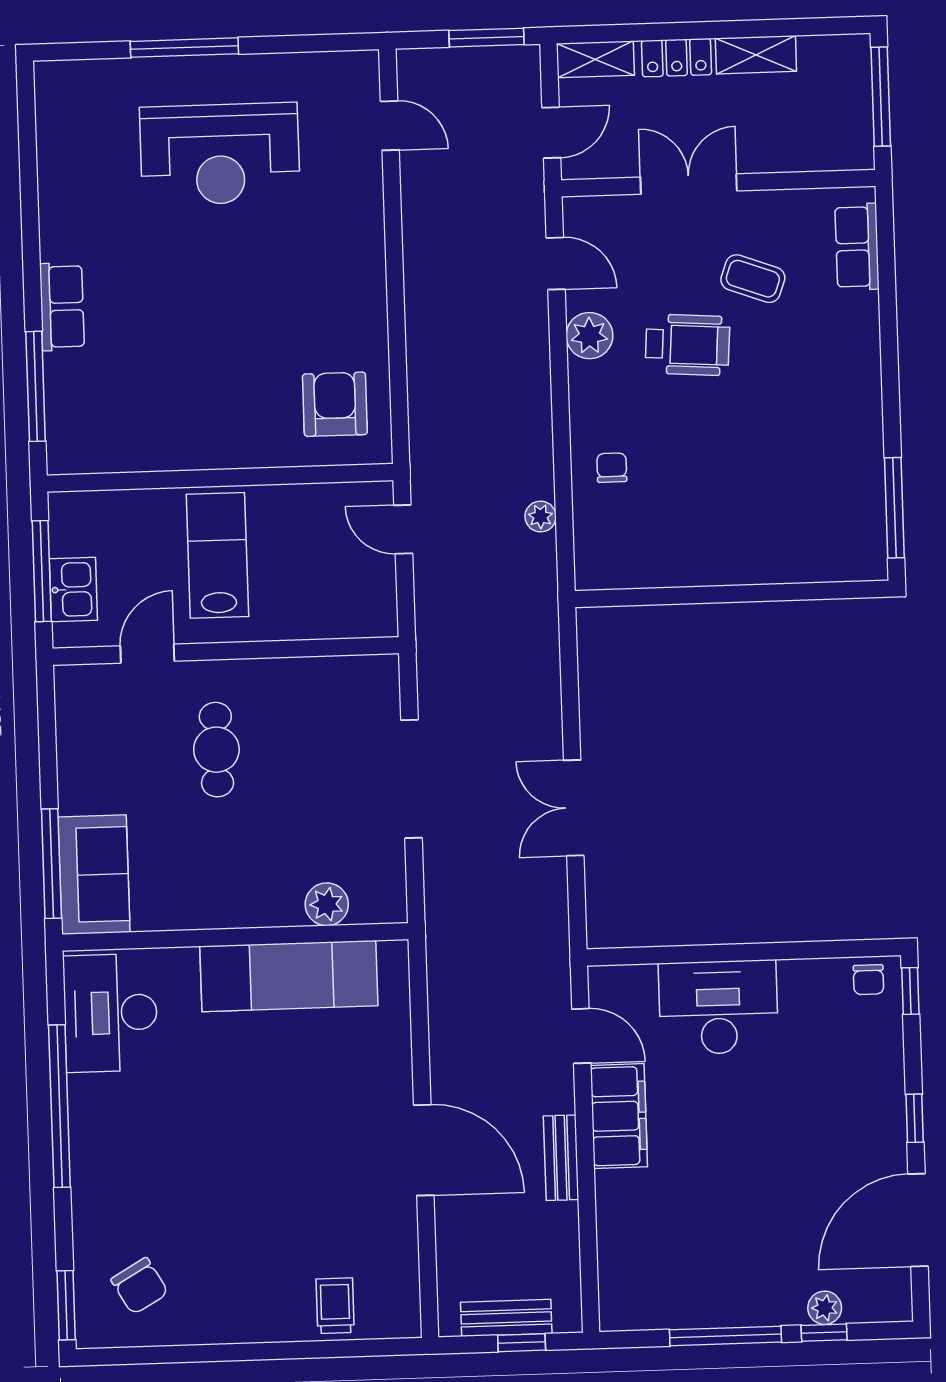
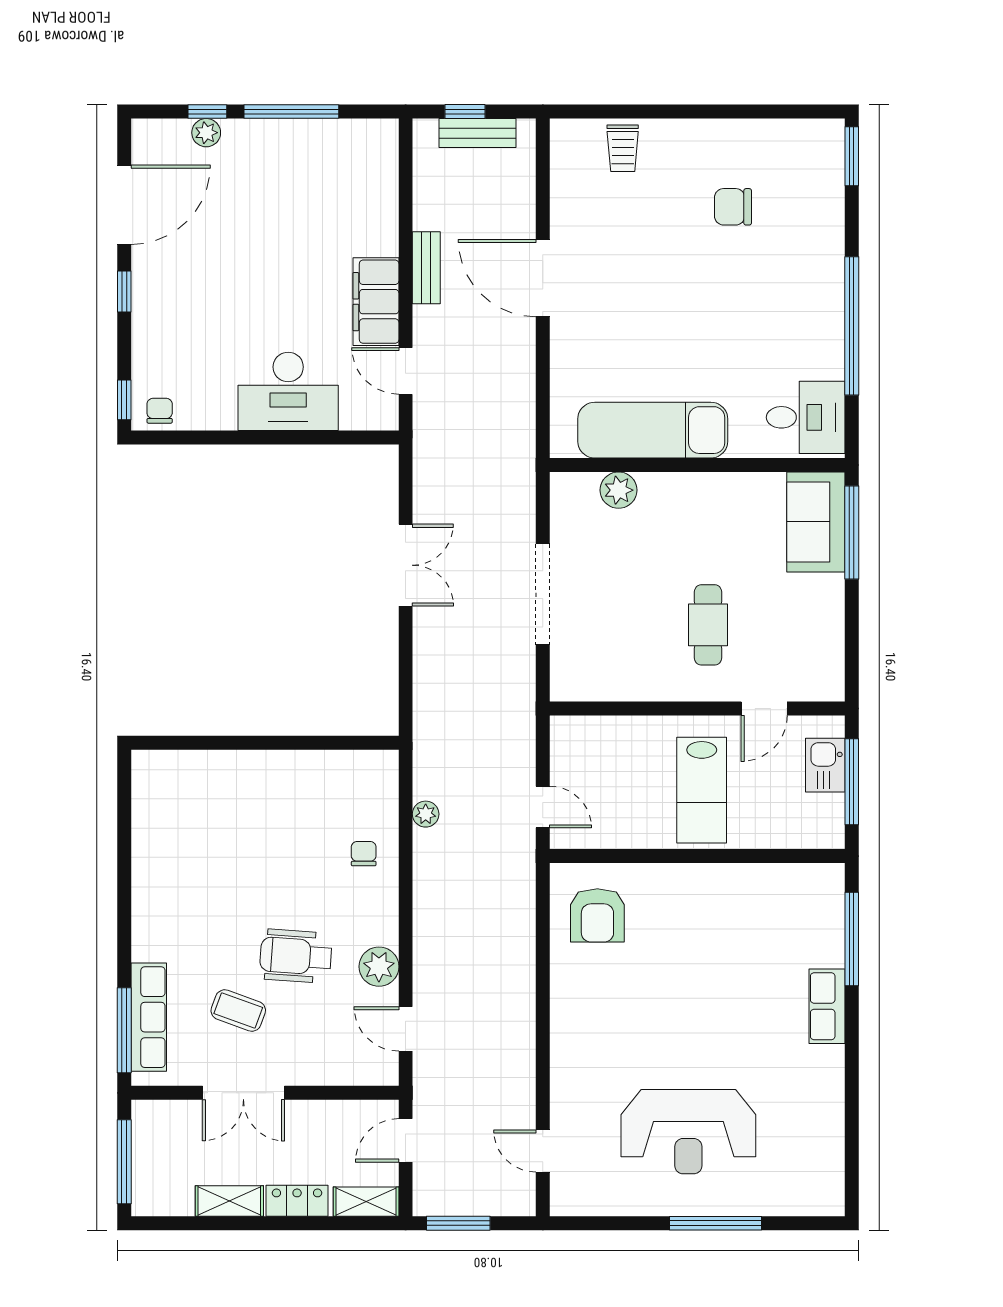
reception desk: (220, 154) -> (688, 1132), turned 180
double door: (689, 184) -> (243, 1093), moved
row of seats: (857, 247) -> (149, 1017), width x1.48
chair: (612, 468) -> (364, 854), turned 180
window: (894, 508) -> (124, 1030), moved
desk: (110, 1013) -> (806, 417), width x0.73
chair: (140, 1286) -> (733, 207), moved, turned -60

